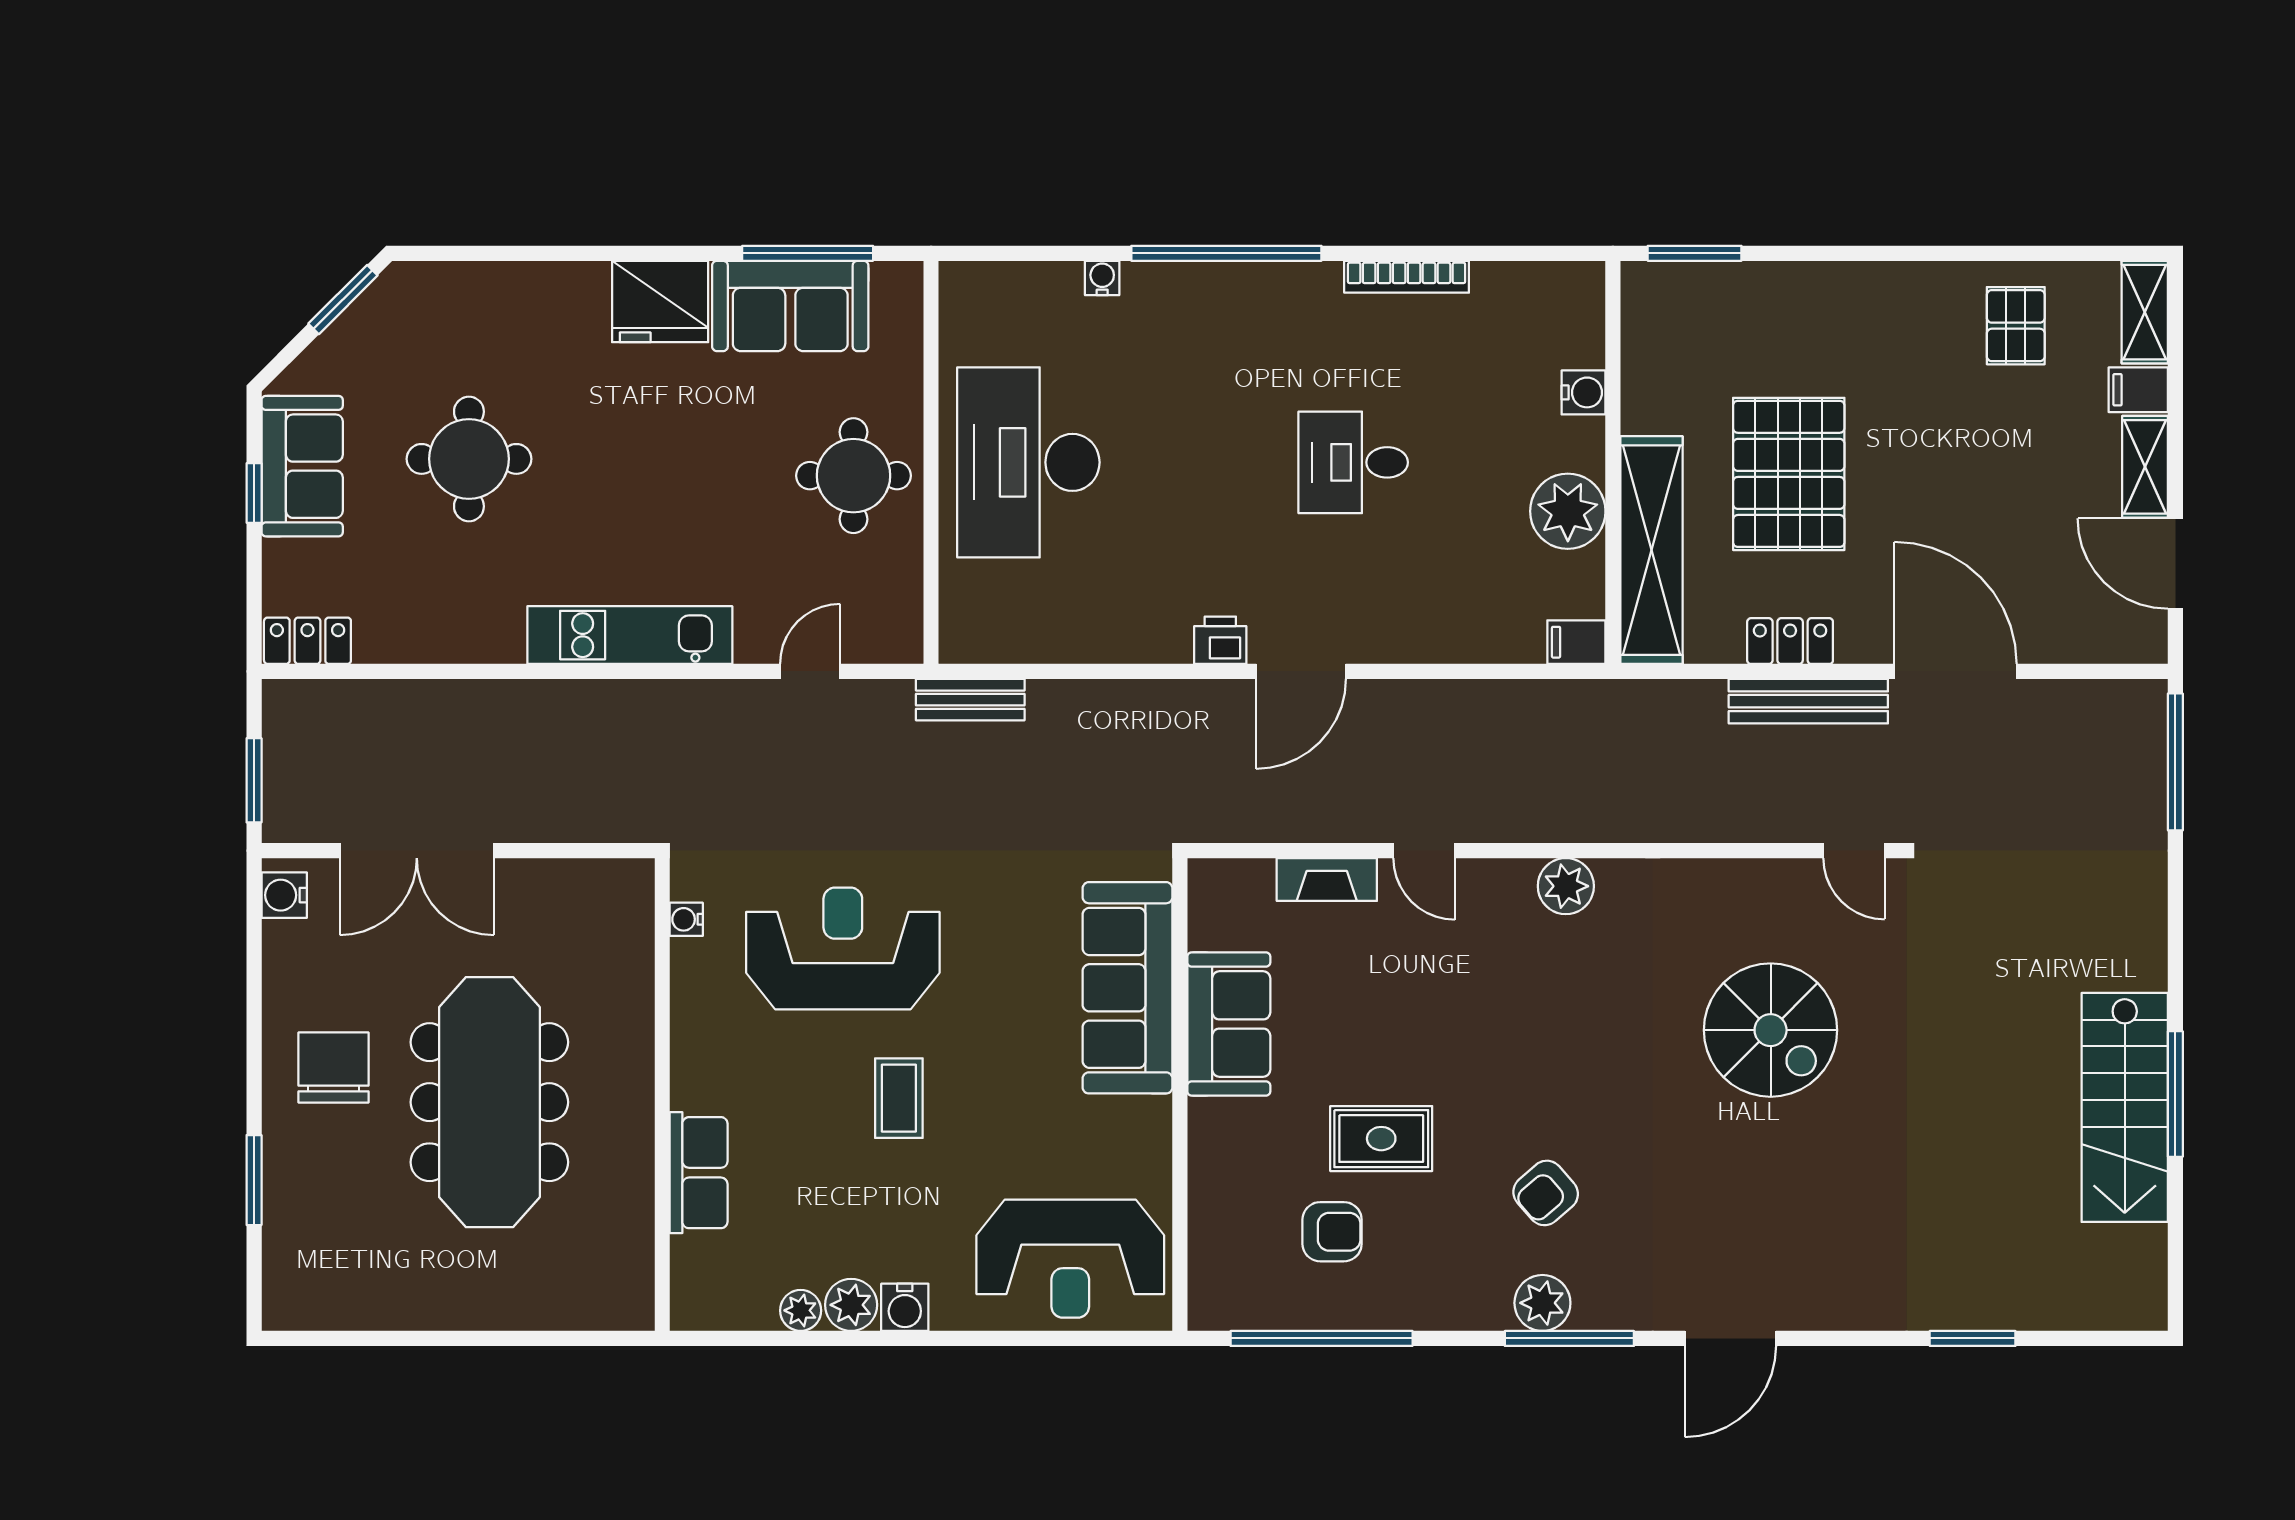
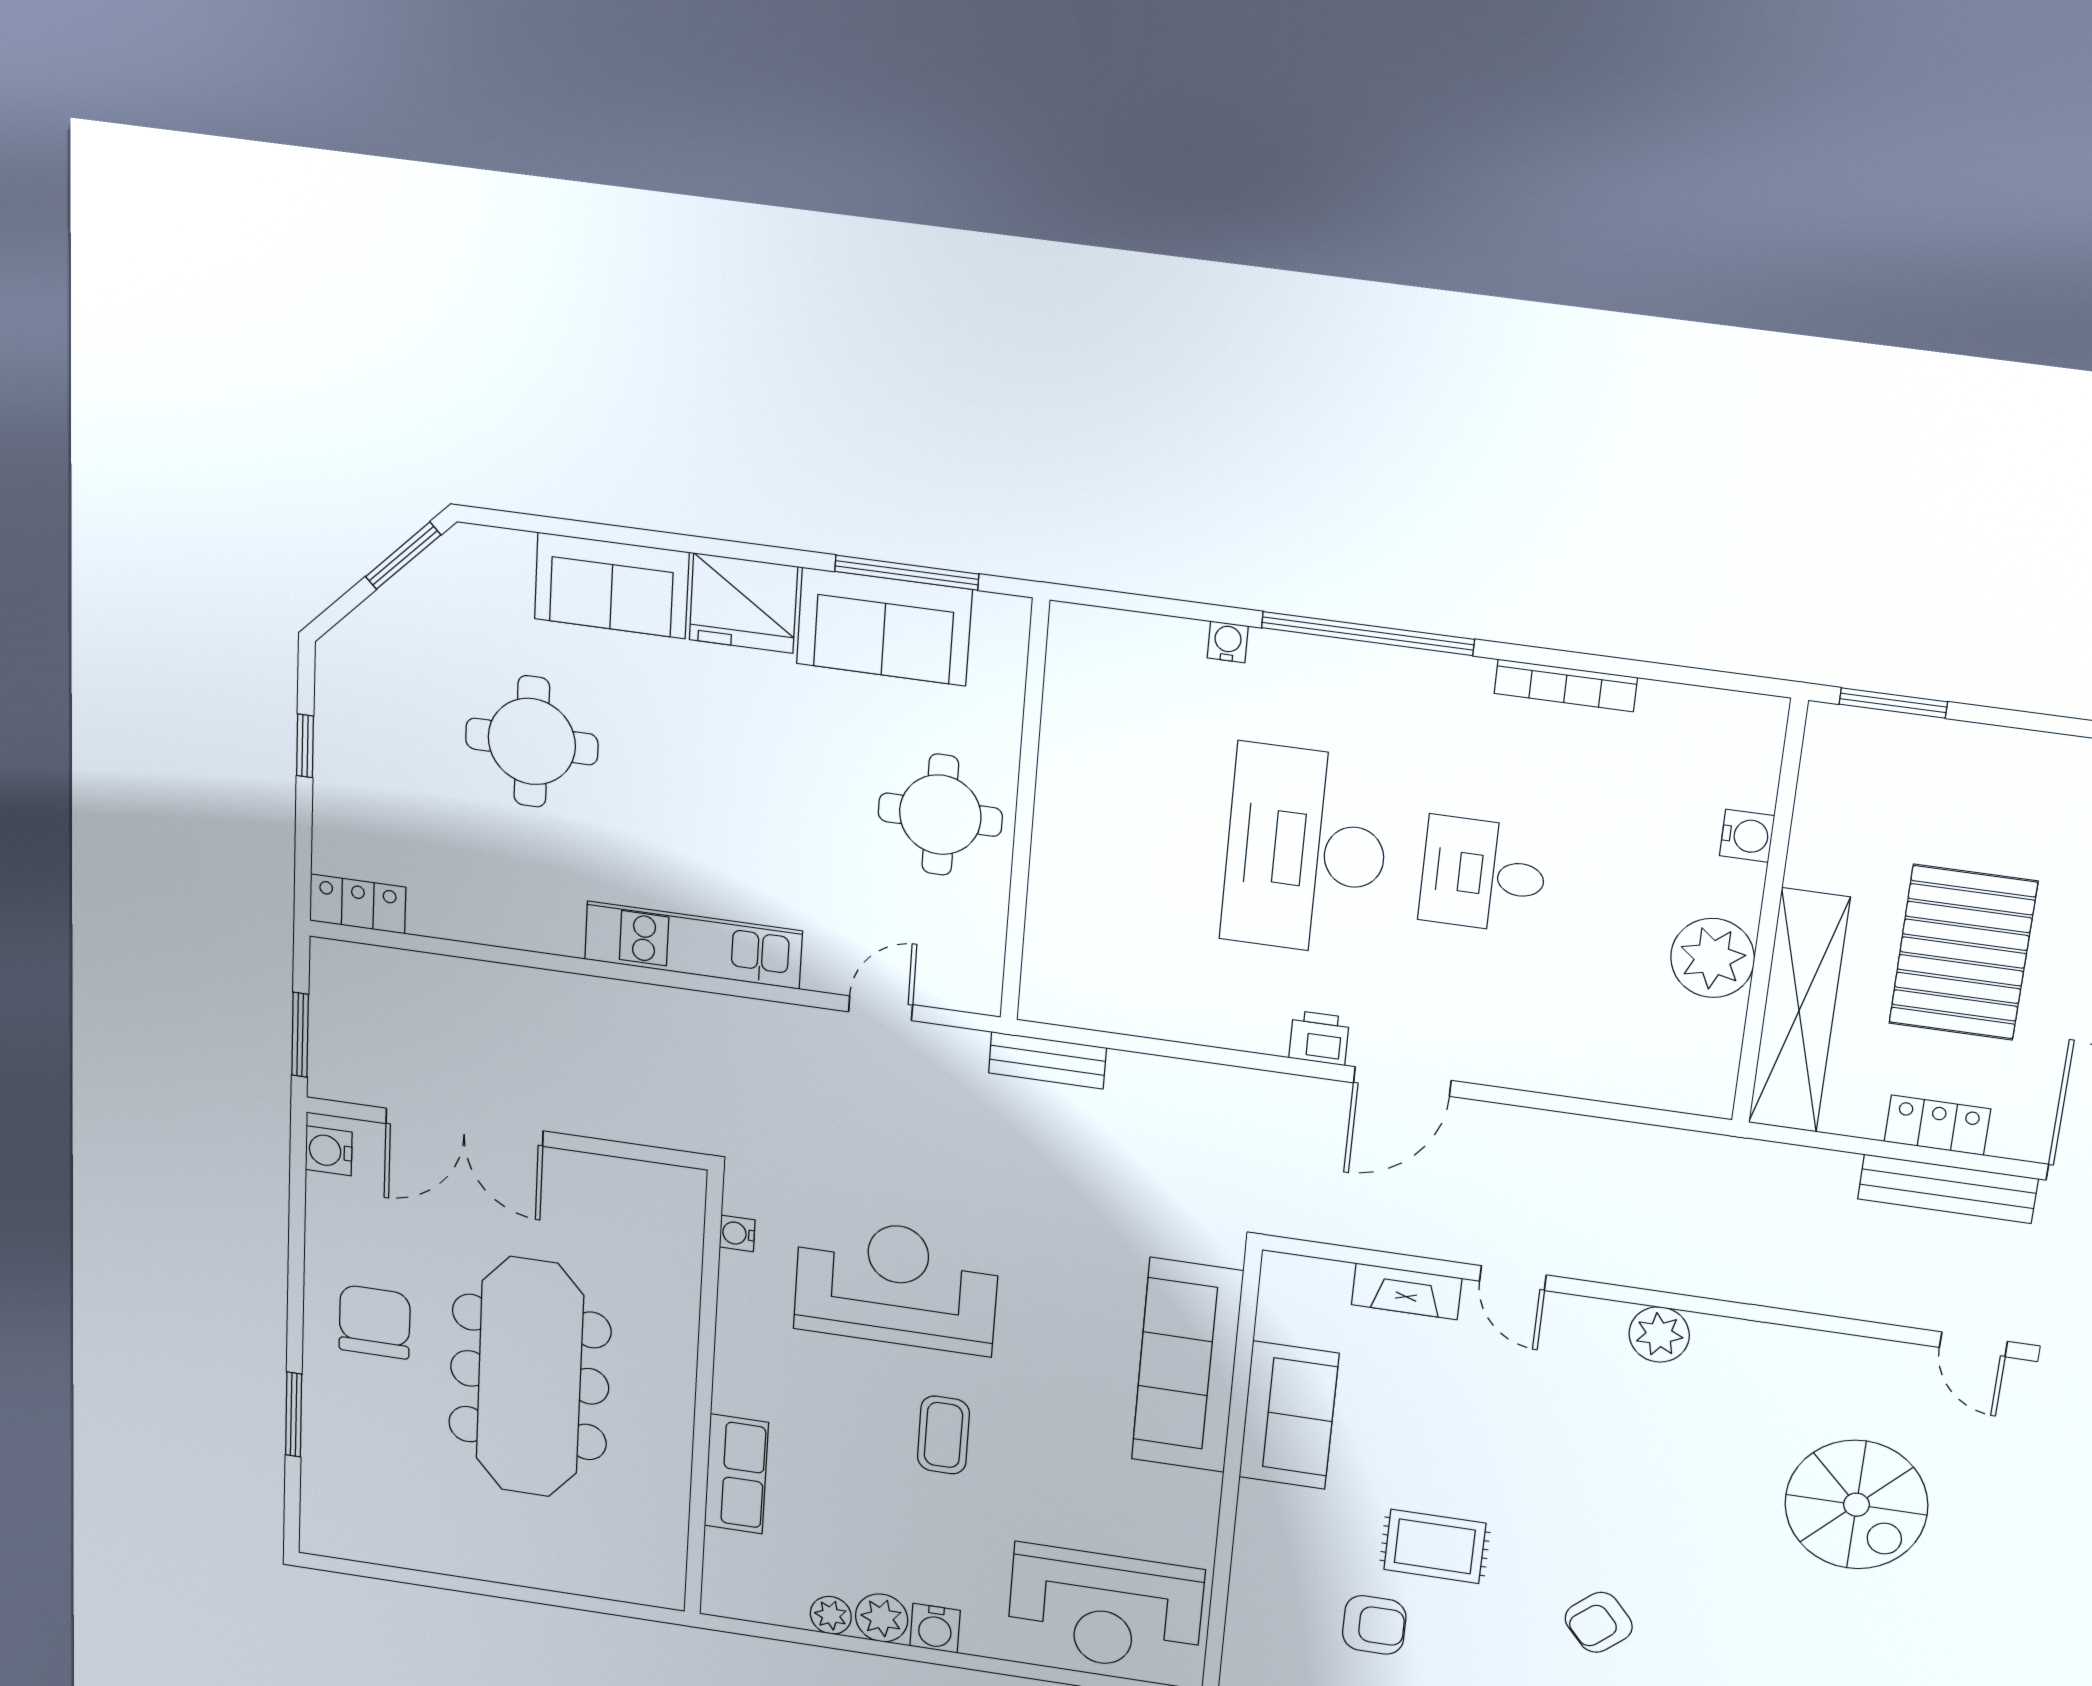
desk: (1028, 462) -> (1306, 851), moved
sofa: (302, 466) -> (612, 586), moved, turned 90
filing cabinet: (1576, 642) -> (1704, 1094), removed

